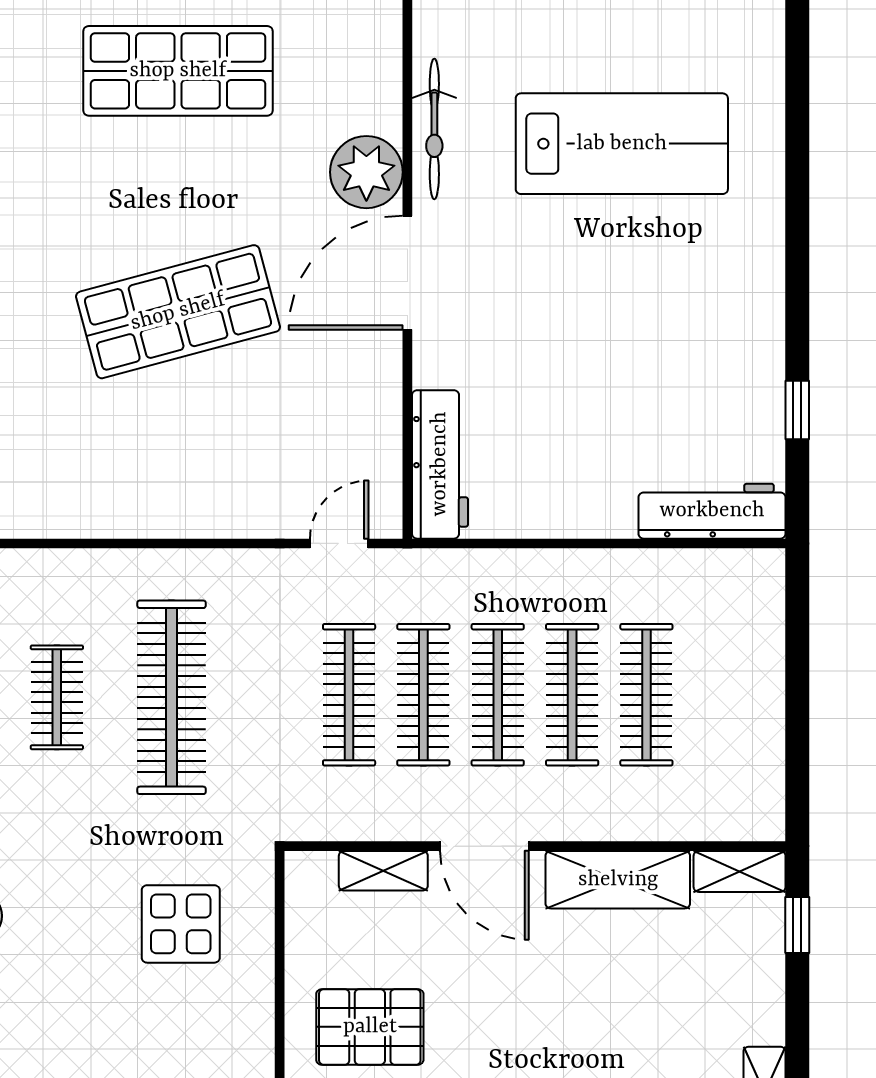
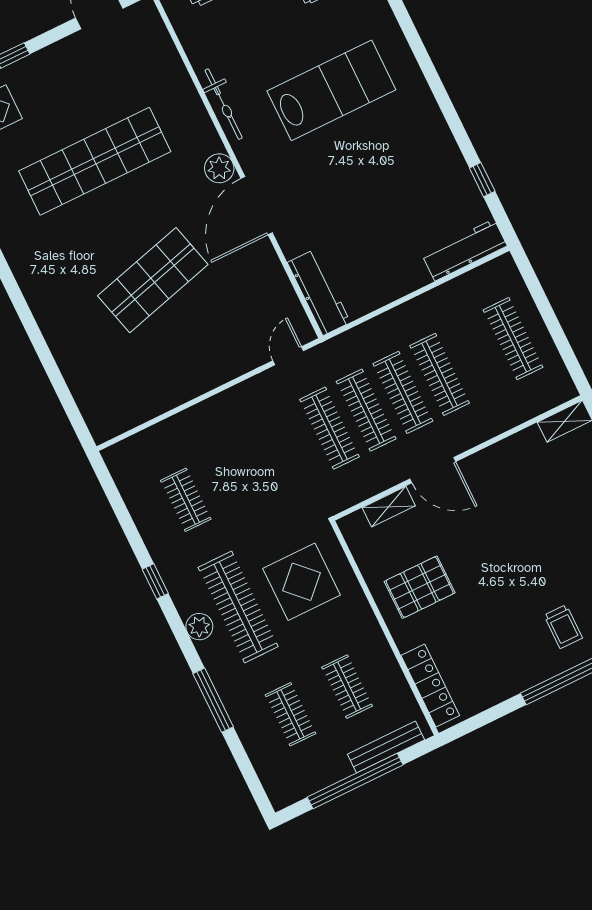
shop shelf: (178, 71) -> (95, 161), width x1.40
bicycle: (434, 129) -> (224, 104), moved
plant: (366, 172) -> (219, 168), width x0.73, depth x0.73
clothes rail: (646, 695) -> (513, 339), moved
clothes rail: (172, 697) -> (238, 607), moved
shelving: (618, 880) -> (507, 455), removed
display table: (181, 924) -> (302, 582), width x1.36, depth x1.36

